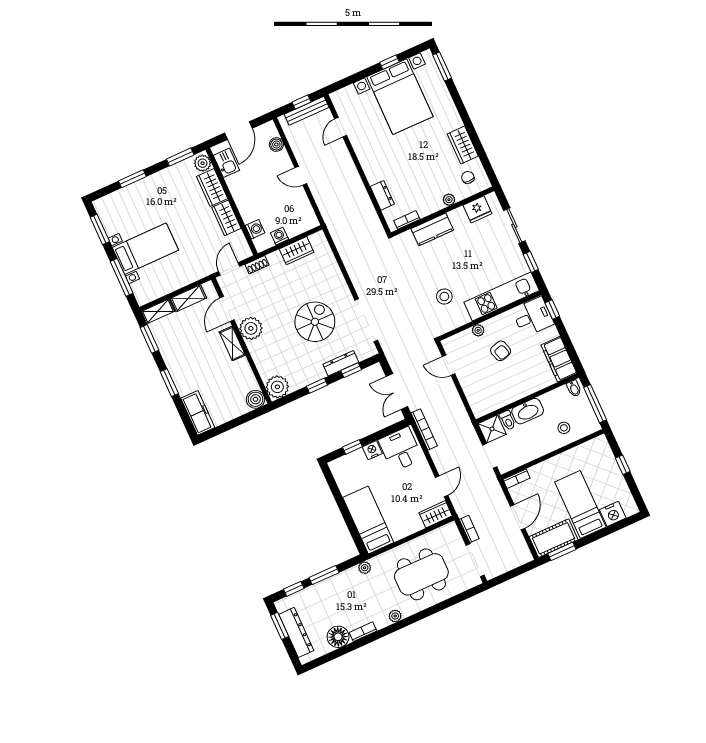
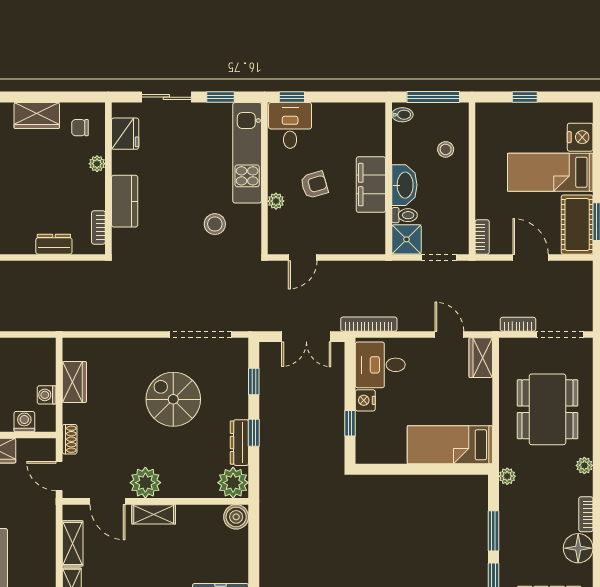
filing cabinet: (559, 359) -> (371, 185), moved, turned 90
dresser: (341, 363) -> (239, 443), moved

